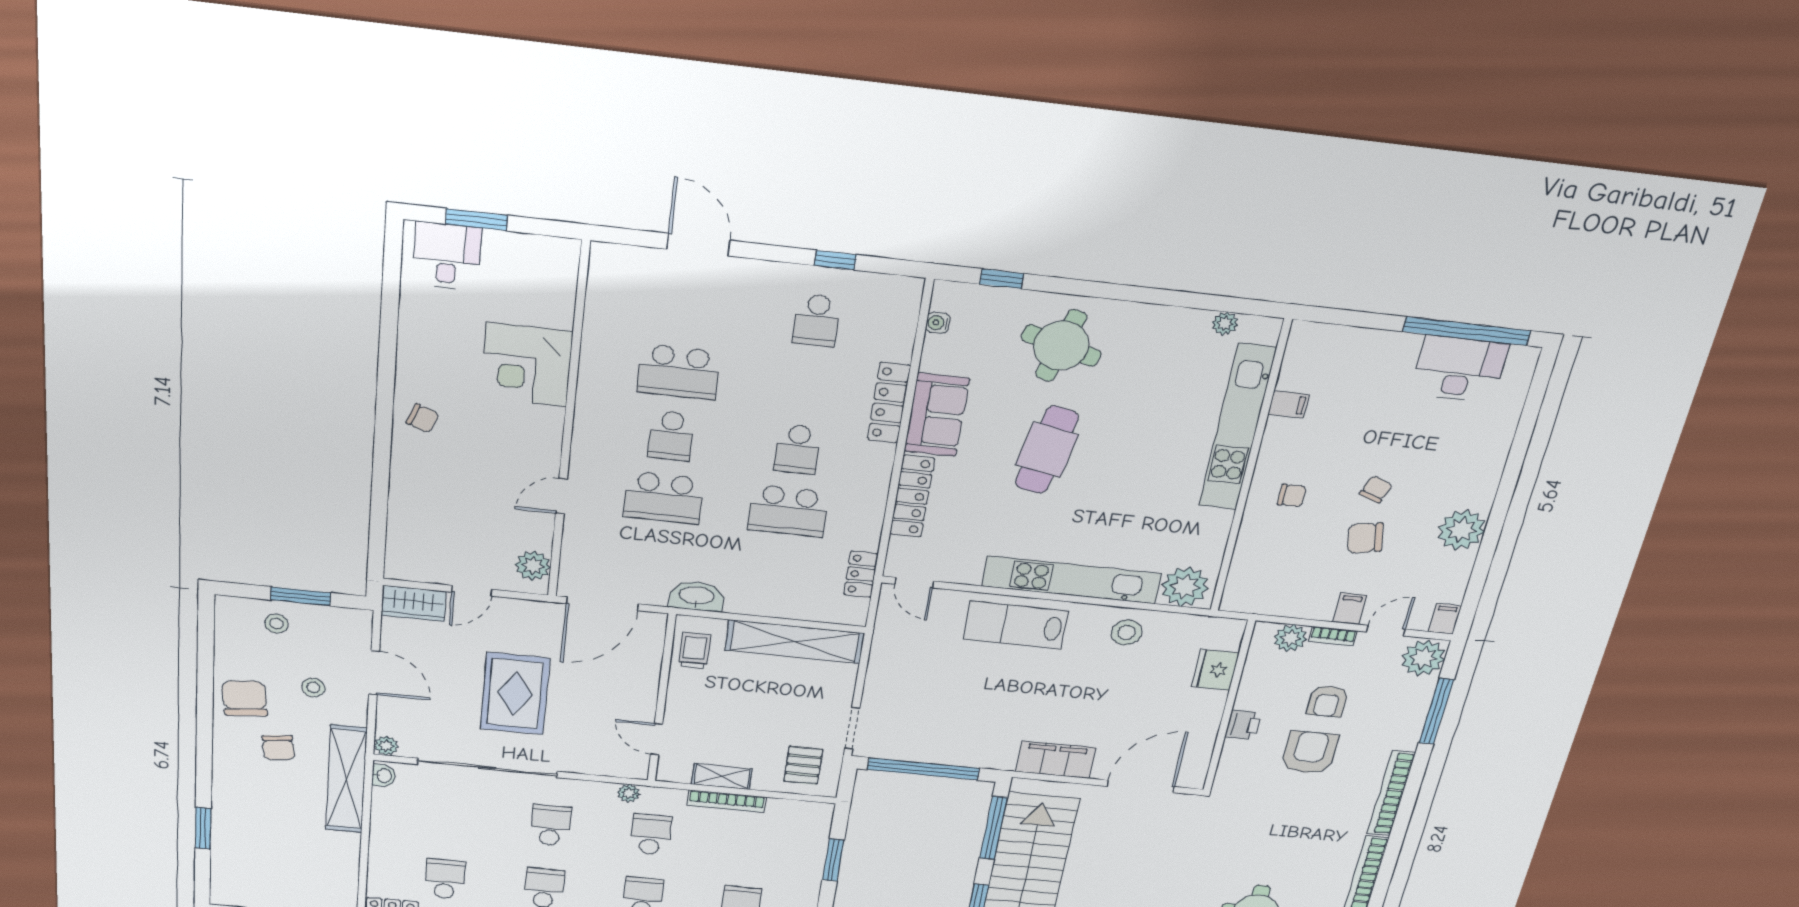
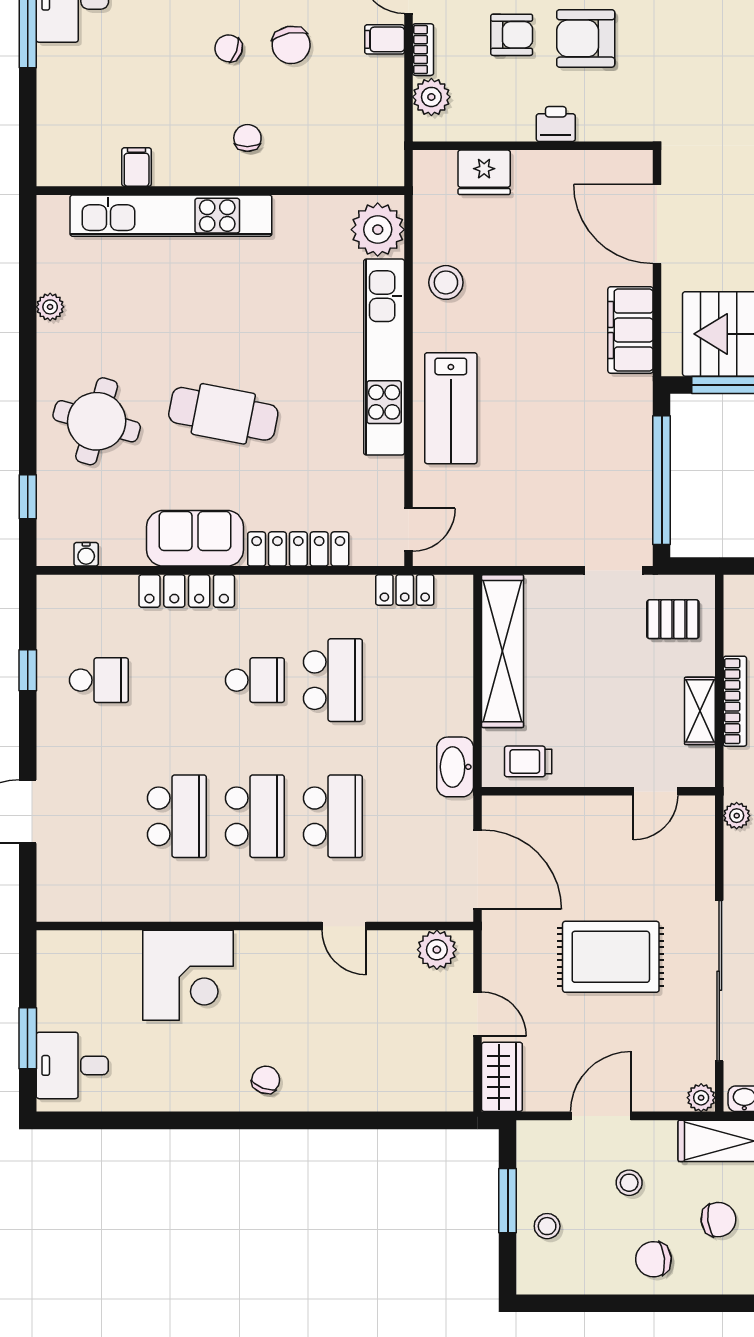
plant: (1225, 323) -> (50, 307), moved
school desk: (671, 436) -> (255, 816), width x1.85
chair: (244, 698) -> (653, 1259), width x0.73, depth x0.73

